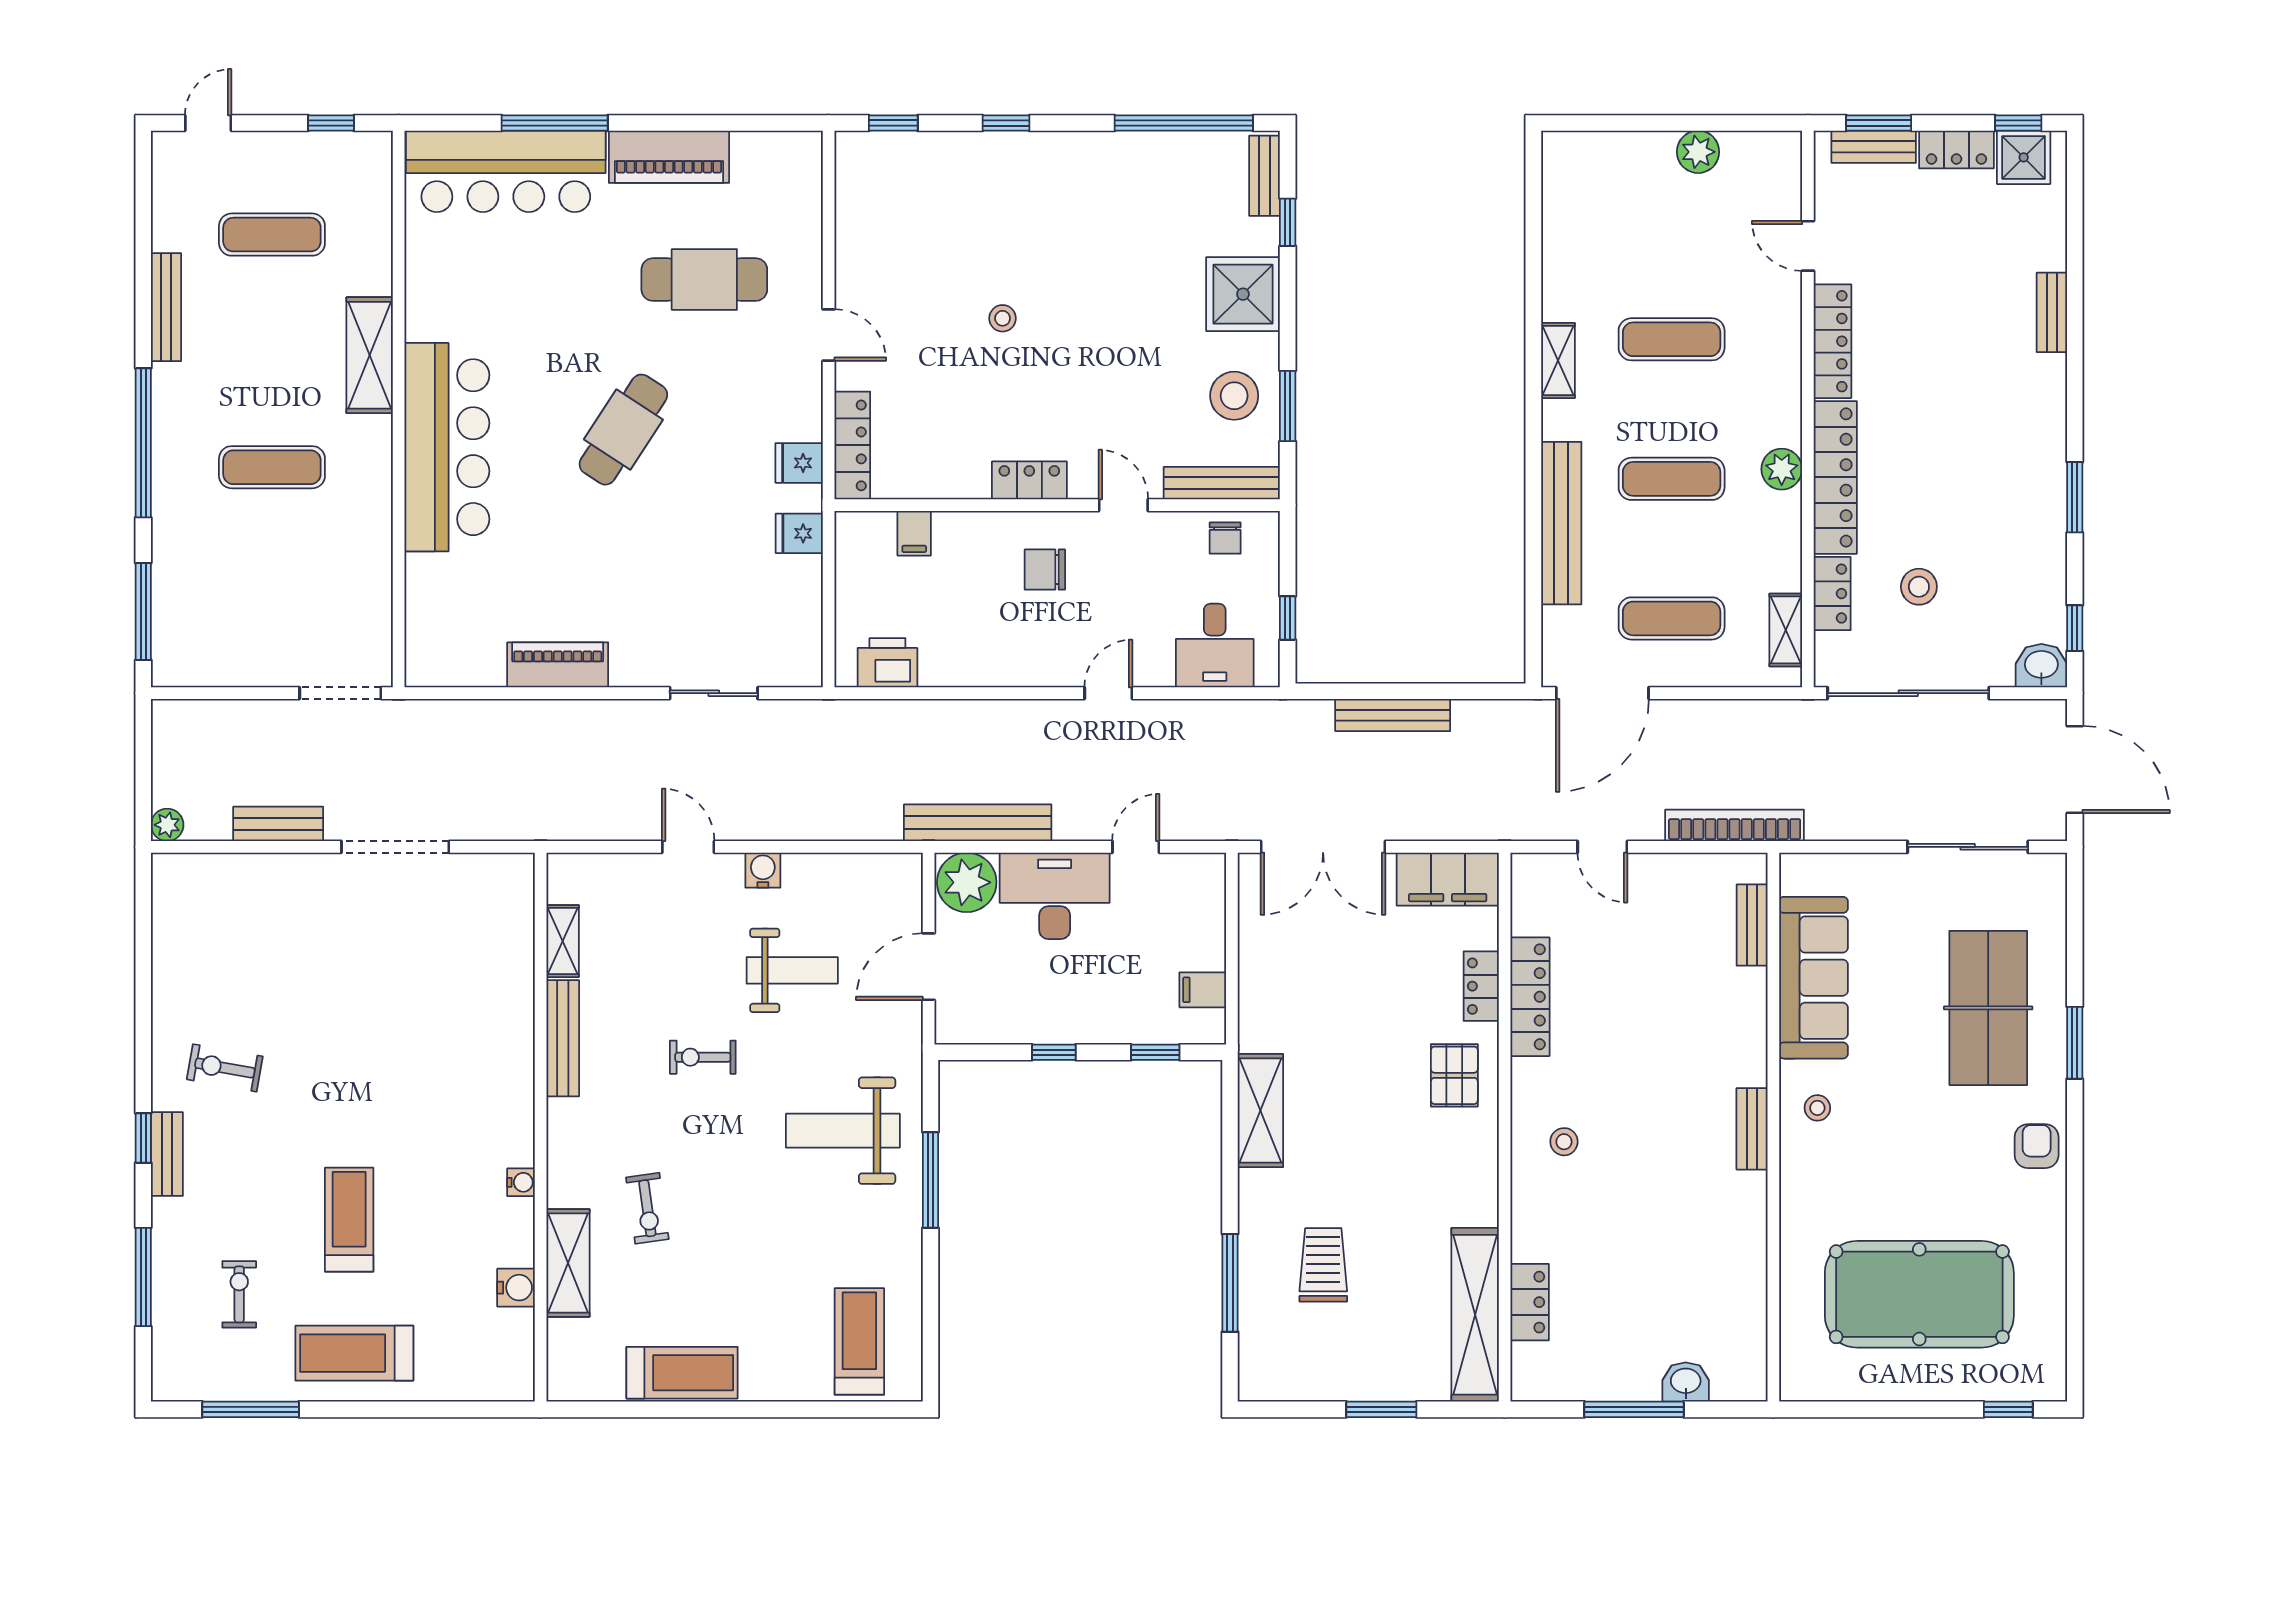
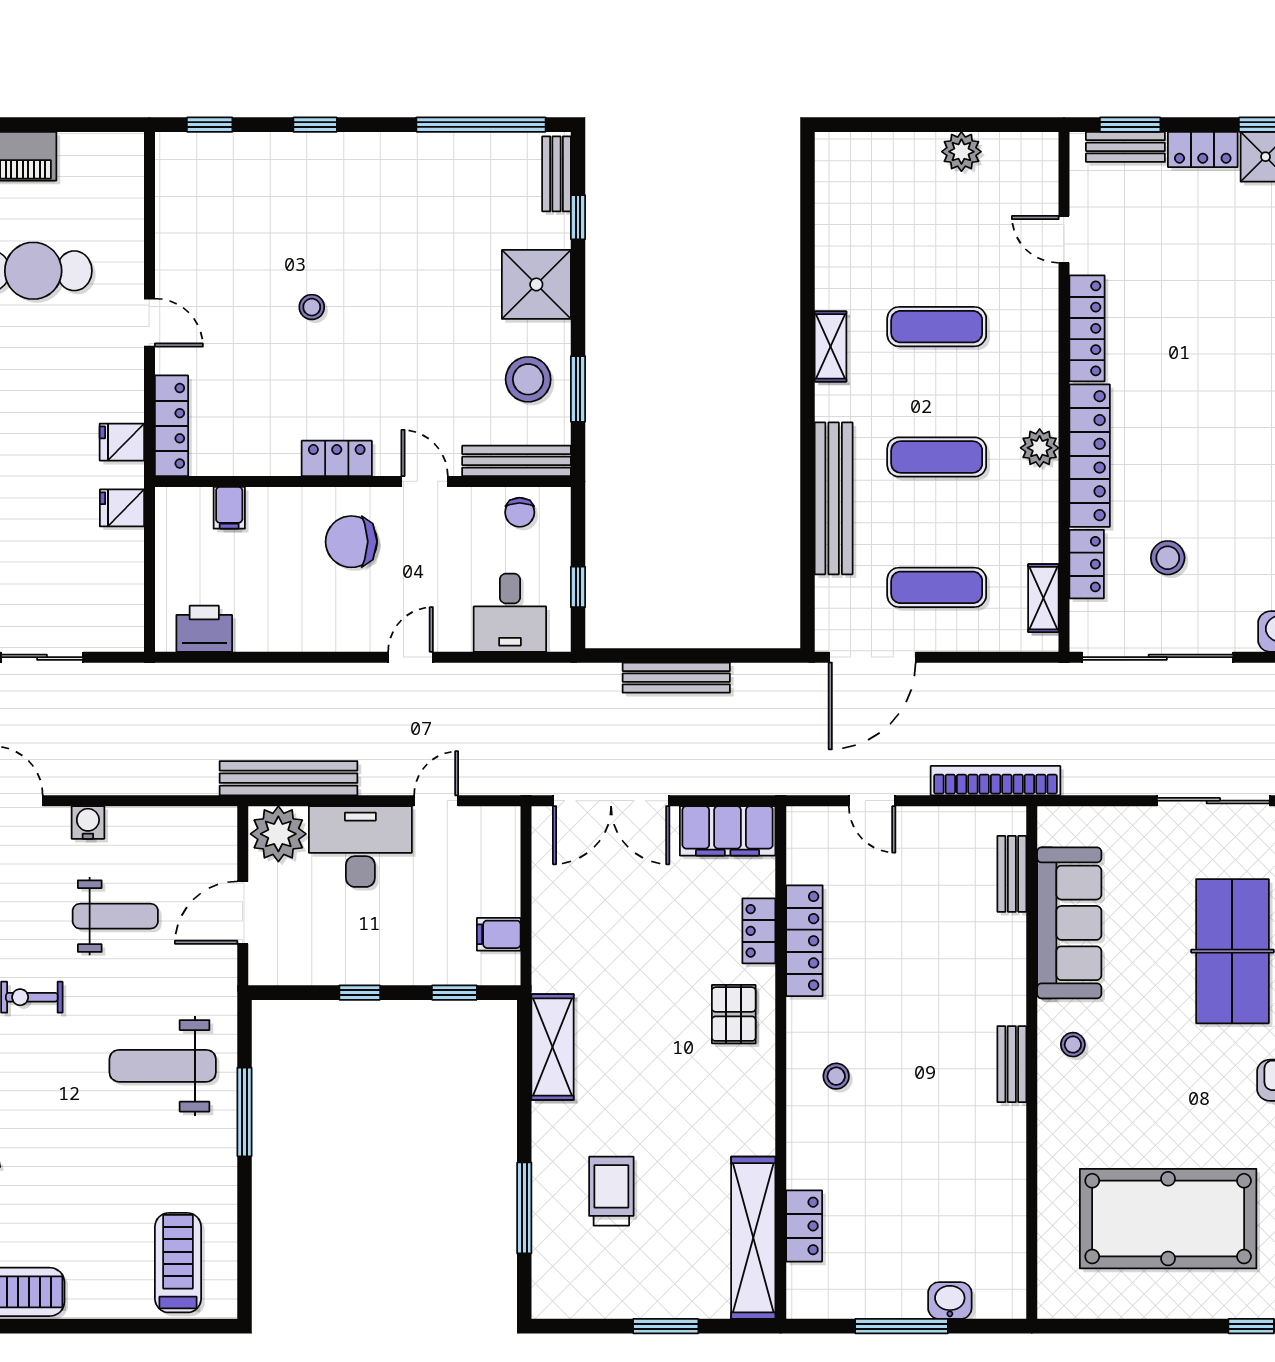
chair: (1045, 570) -> (351, 542), width x1.37, depth x1.37

